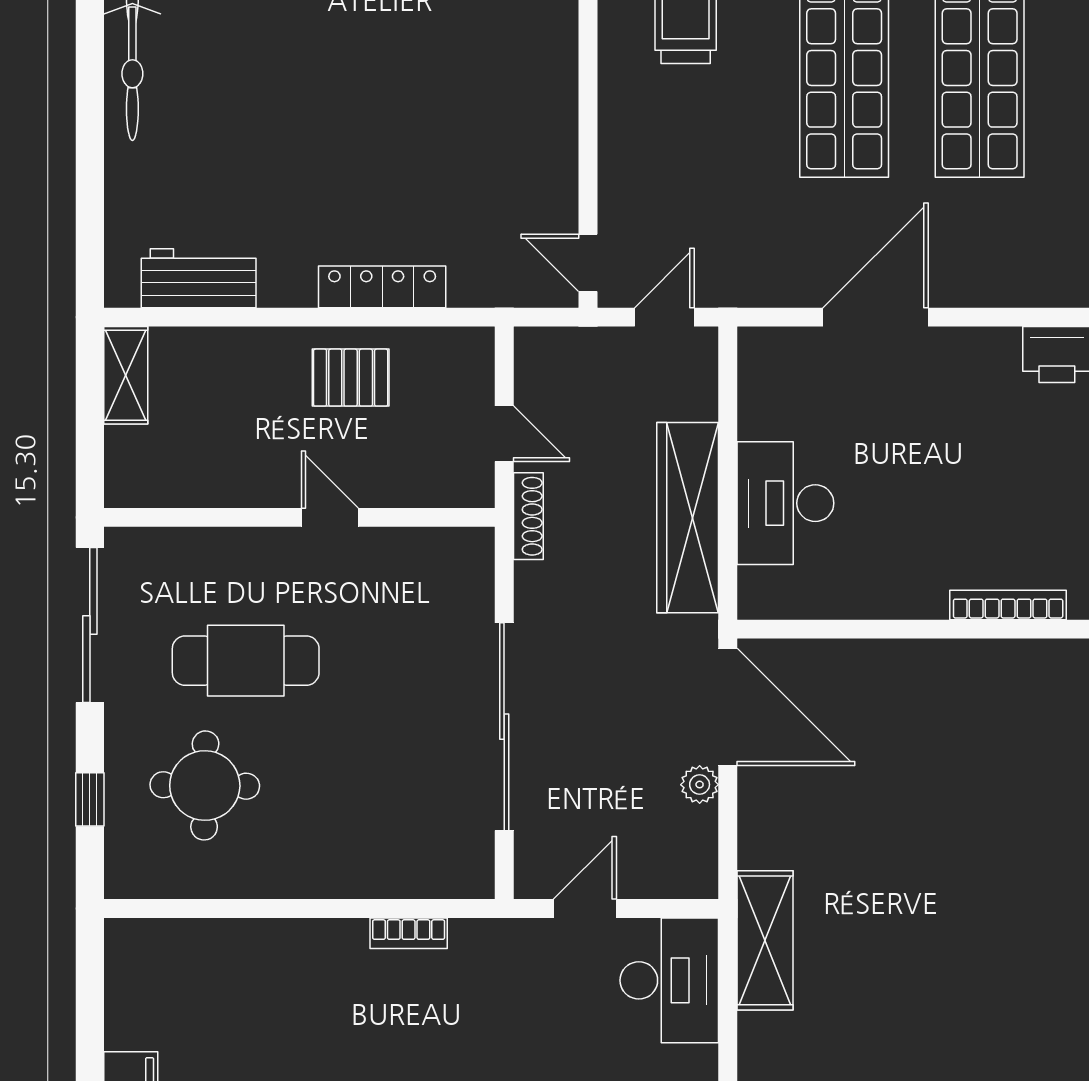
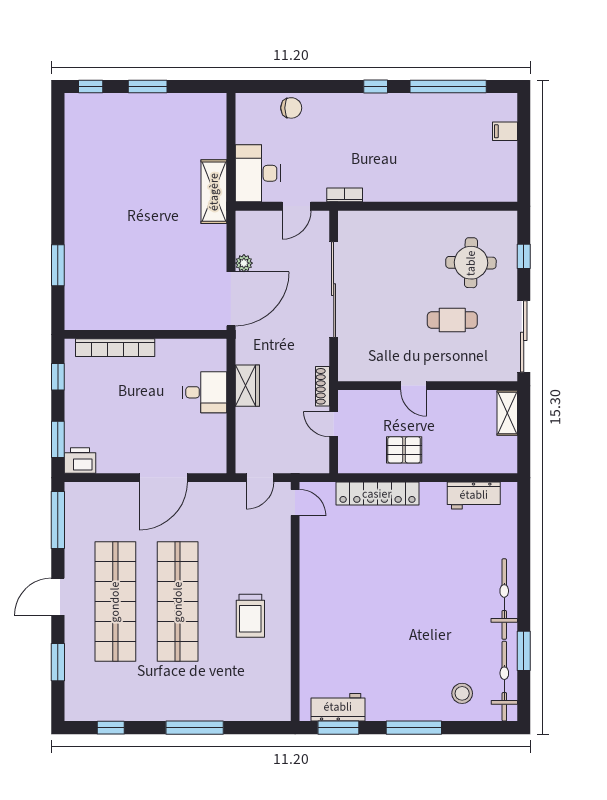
locker: (382, 287) -> (377, 494), width x1.41, depth x1.21
shelving: (126, 375) -> (507, 413), moved
desk: (785, 503) -> (205, 392), width x0.73
wardrobe: (688, 518) -> (247, 386), width x0.48, depth x0.85
bookcase: (1008, 605) -> (115, 348), width x1.48, depth x1.31
cafe table: (246, 661) -> (452, 320), width x0.73, depth x0.74
door: (728, 707) -> (231, 299), swing flipped
bookcase: (409, 933) -> (345, 195), moved

